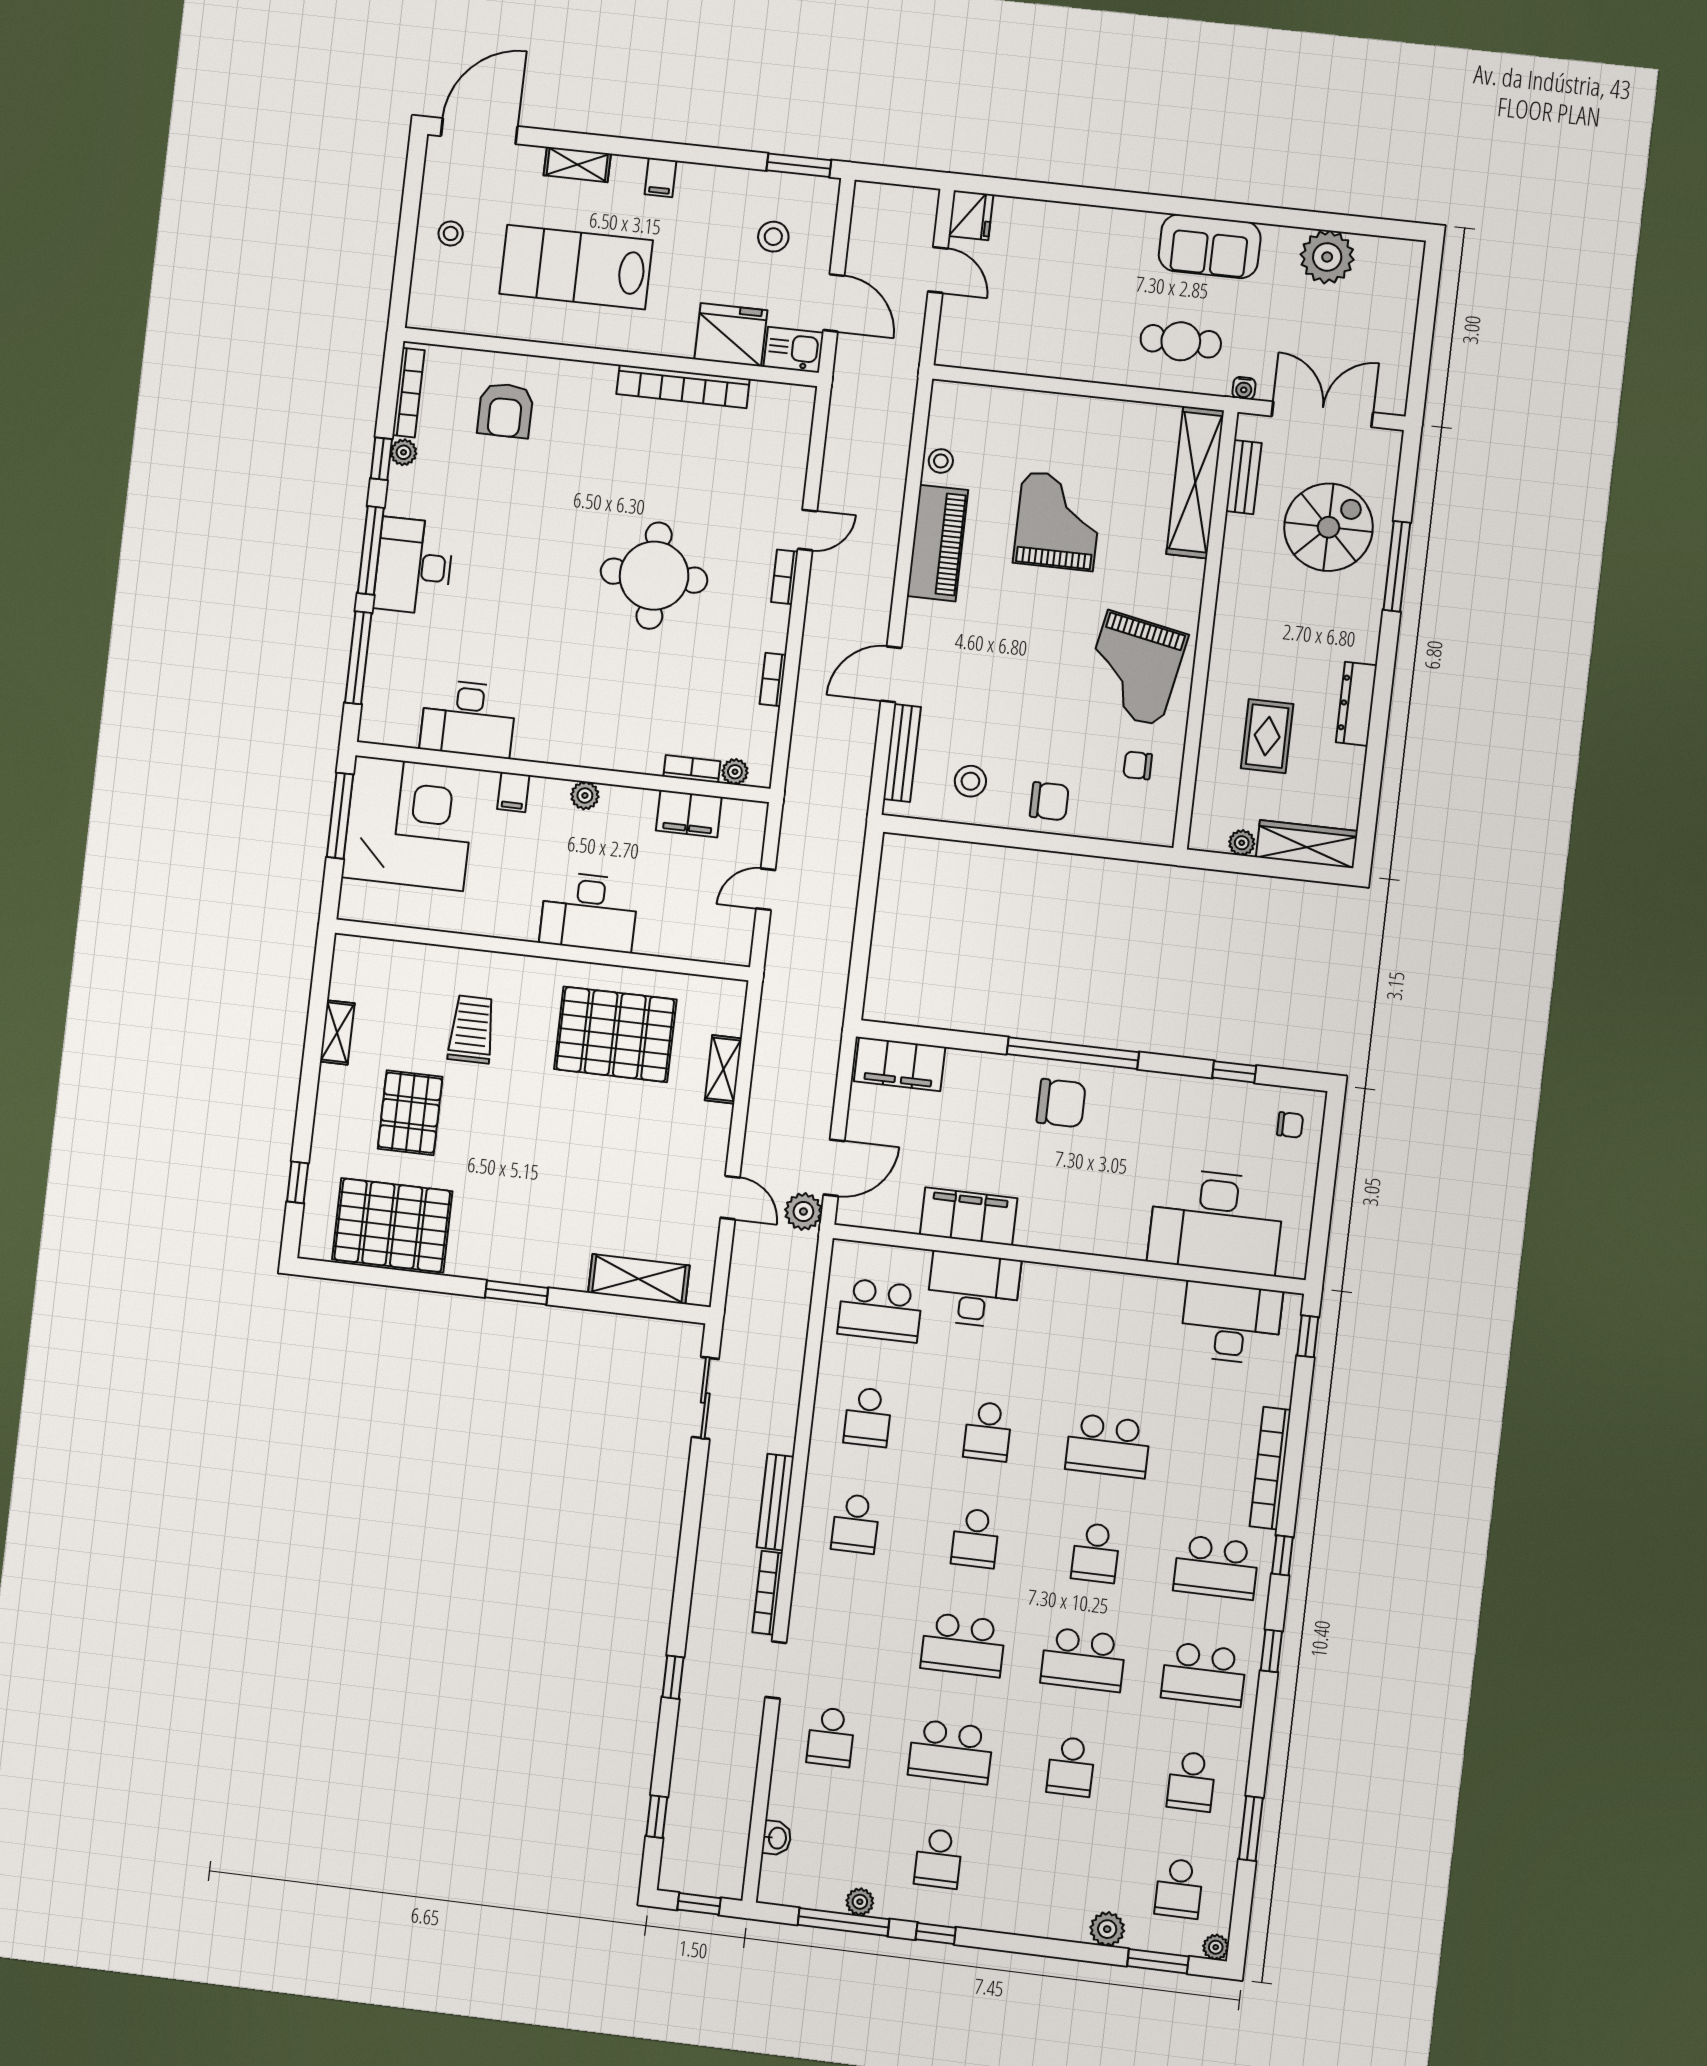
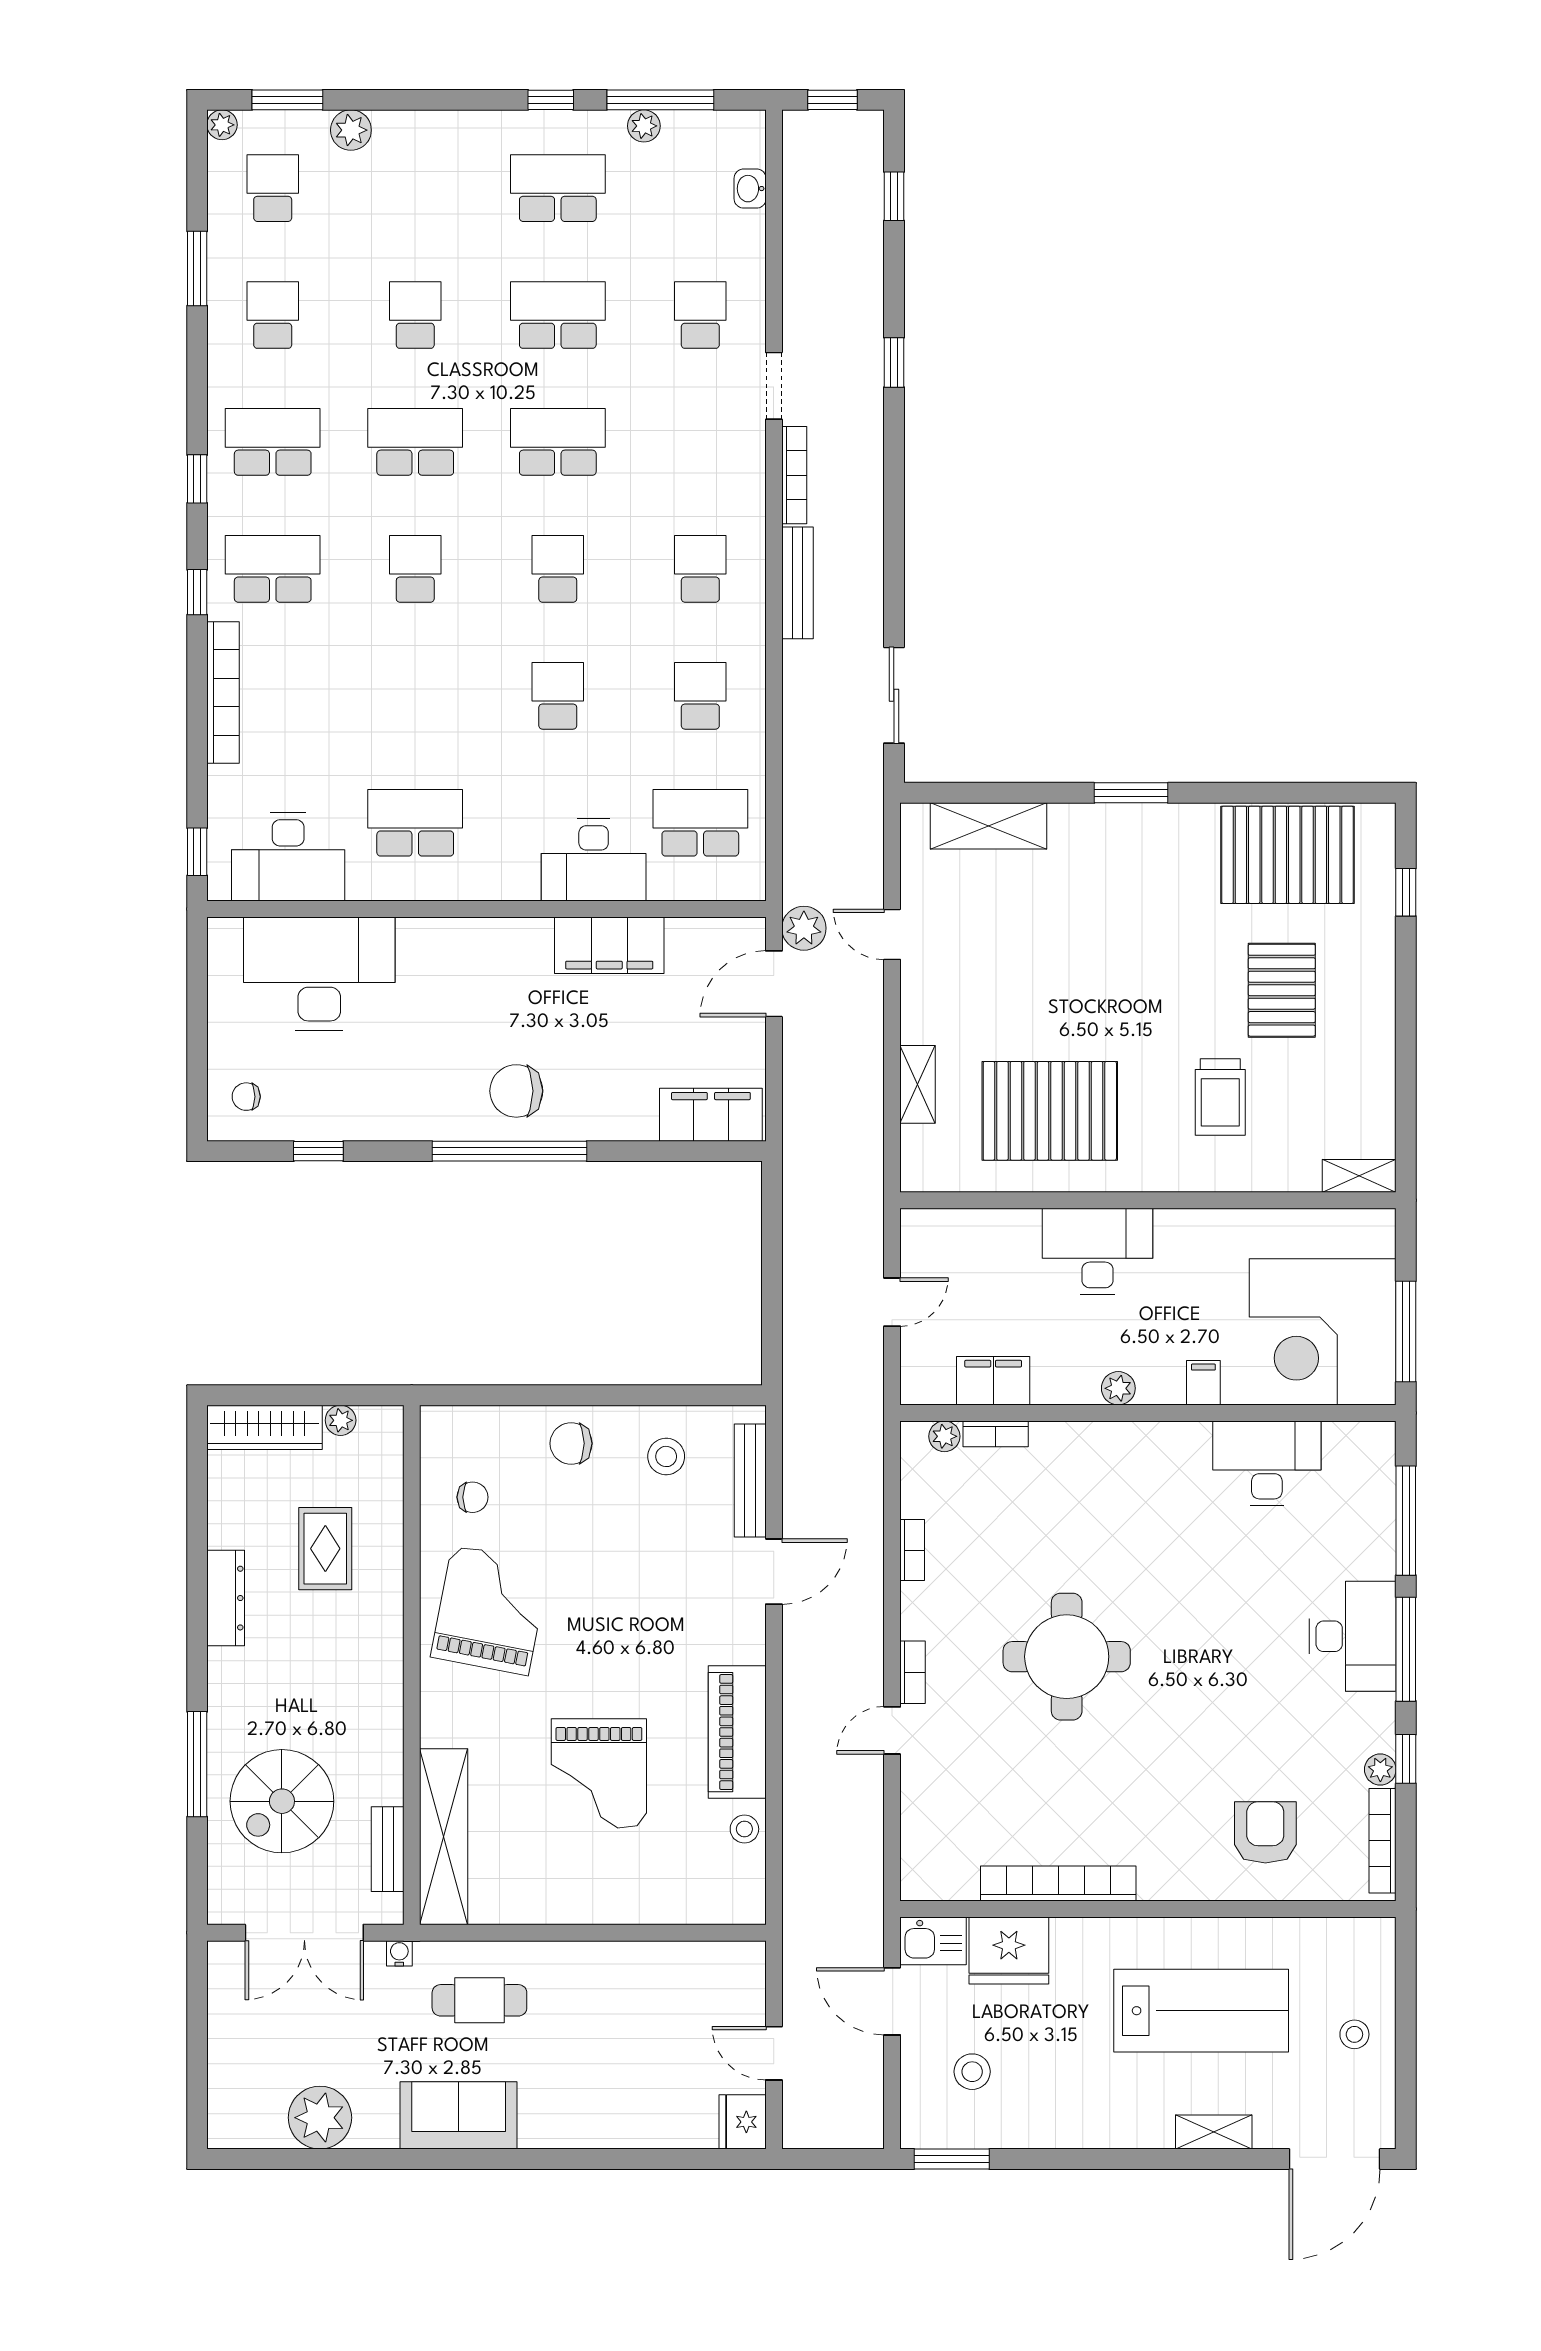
filing cabinet: (661, 177) -> (1113, 2127), removed
shelving: (337, 1032) -> (1359, 1176), moved, turned 90
school desk: (1108, 1446) -> (415, 823), moved
school desk: (938, 1858) -> (558, 188), width x1.85

